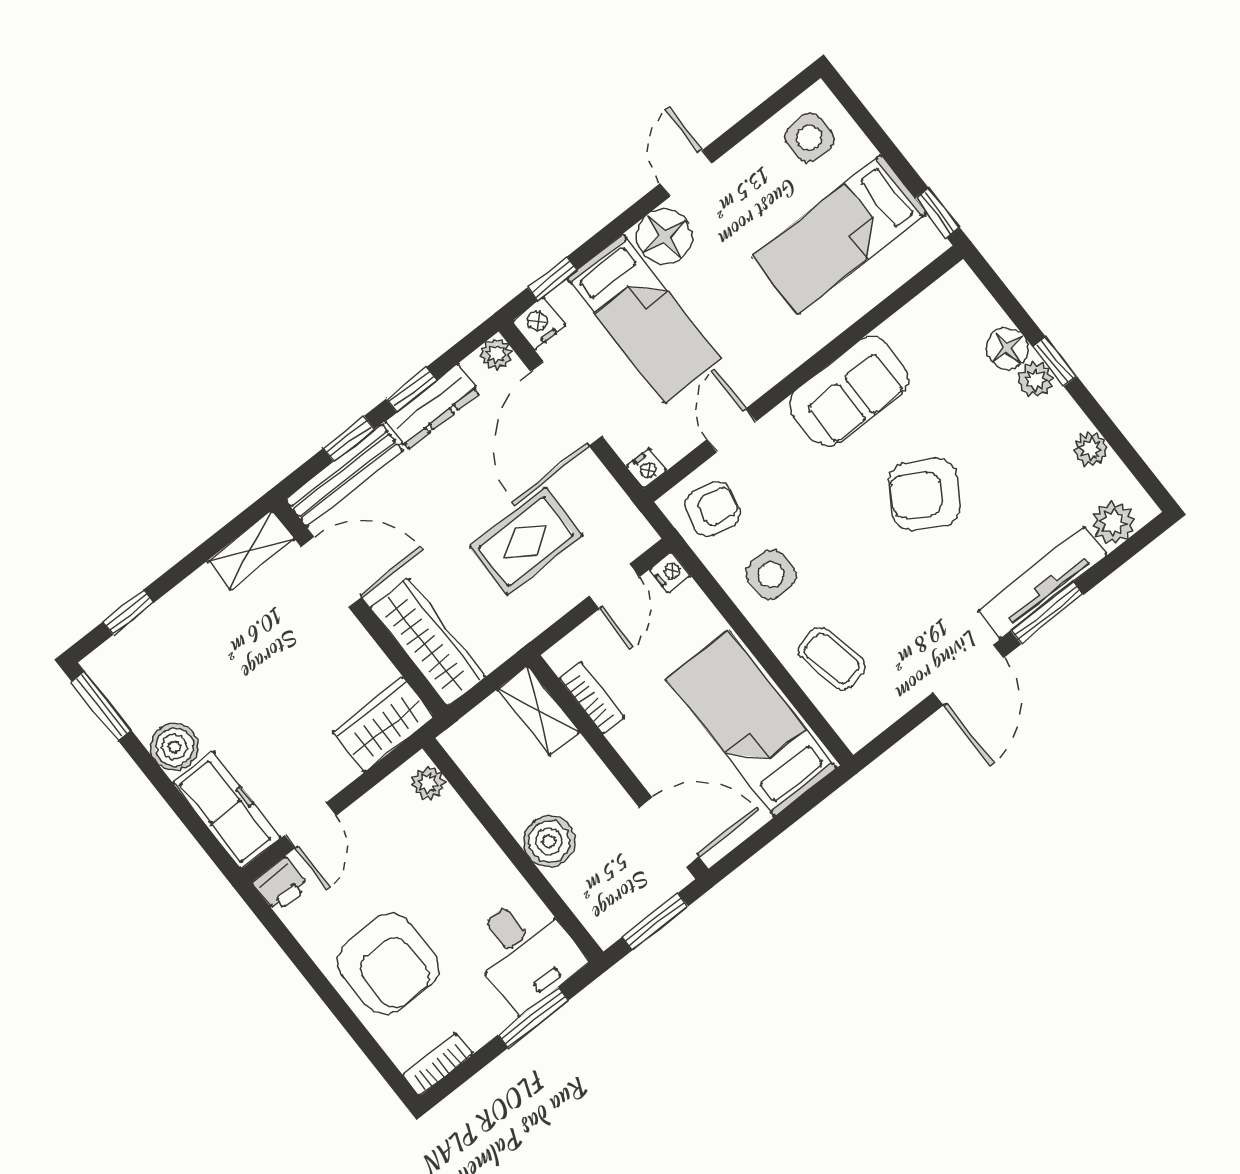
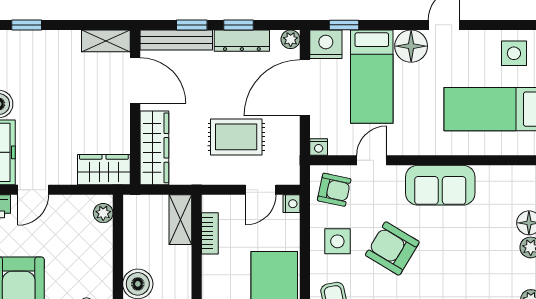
nightstand: (539, 323) -> (326, 44), width x1.36, depth x1.33
armchair: (924, 494) -> (392, 248), moved

